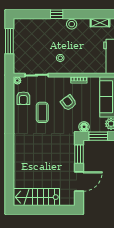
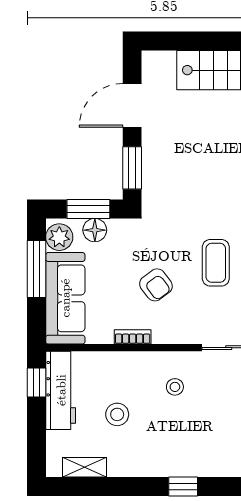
stool: (72, 24) -> (117, 414), moved
floor lamp: (84, 127) -> (95, 230), moved

